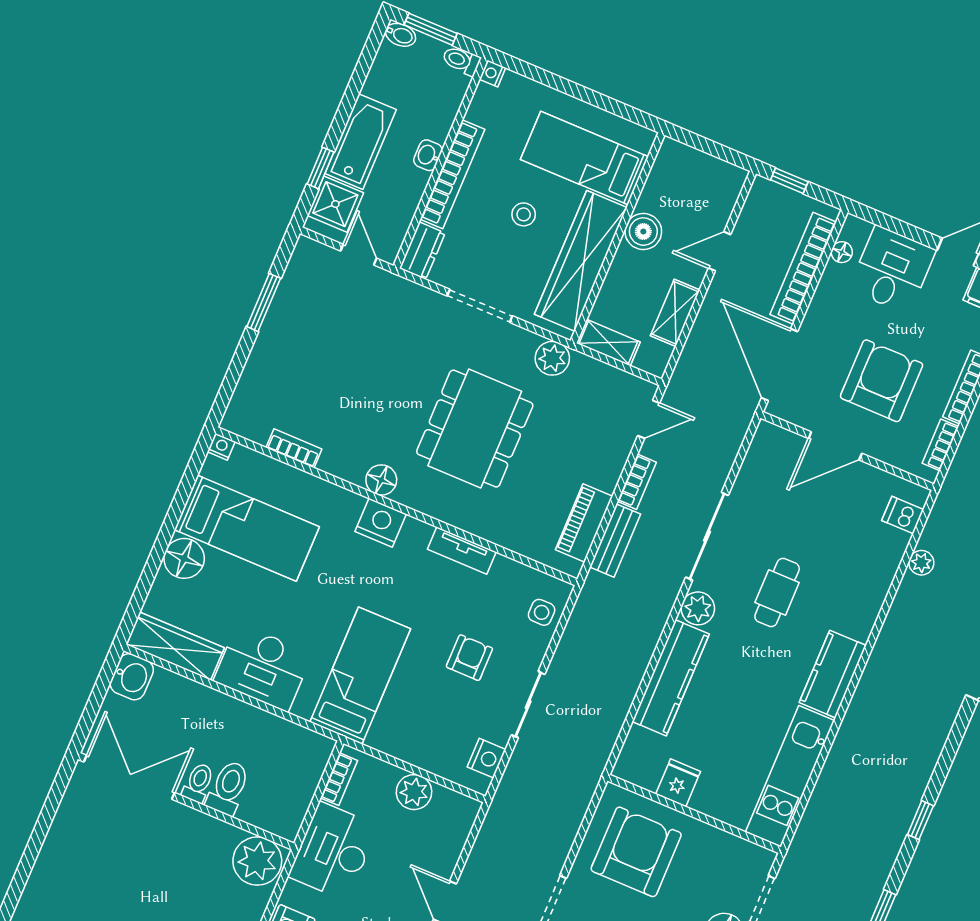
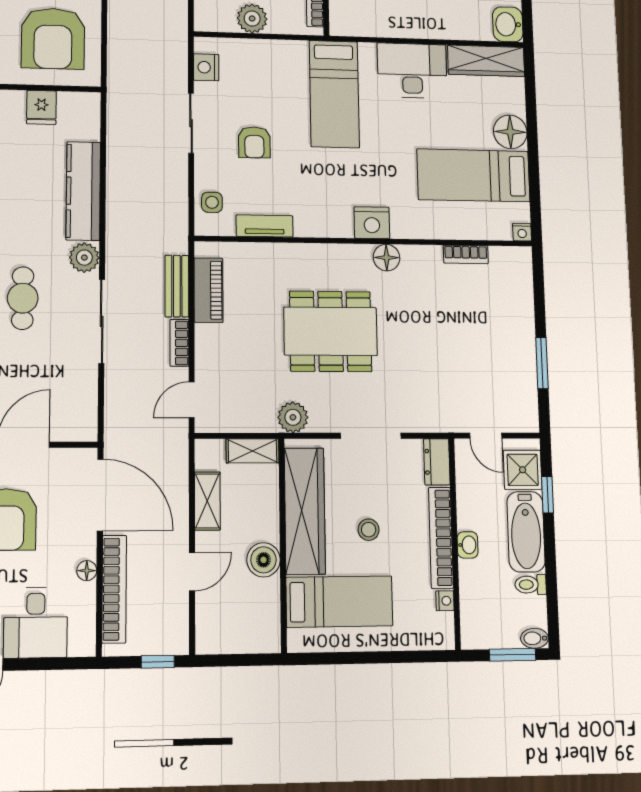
toilet: (461, 61) -> (531, 585), moved, turned 180
nightstand: (492, 74) -> (445, 601), moved
floor lamp: (842, 252) -> (87, 571), moved
dining table: (475, 429) -> (331, 331), turned 90
tv unit: (462, 551) -> (265, 226), moved

